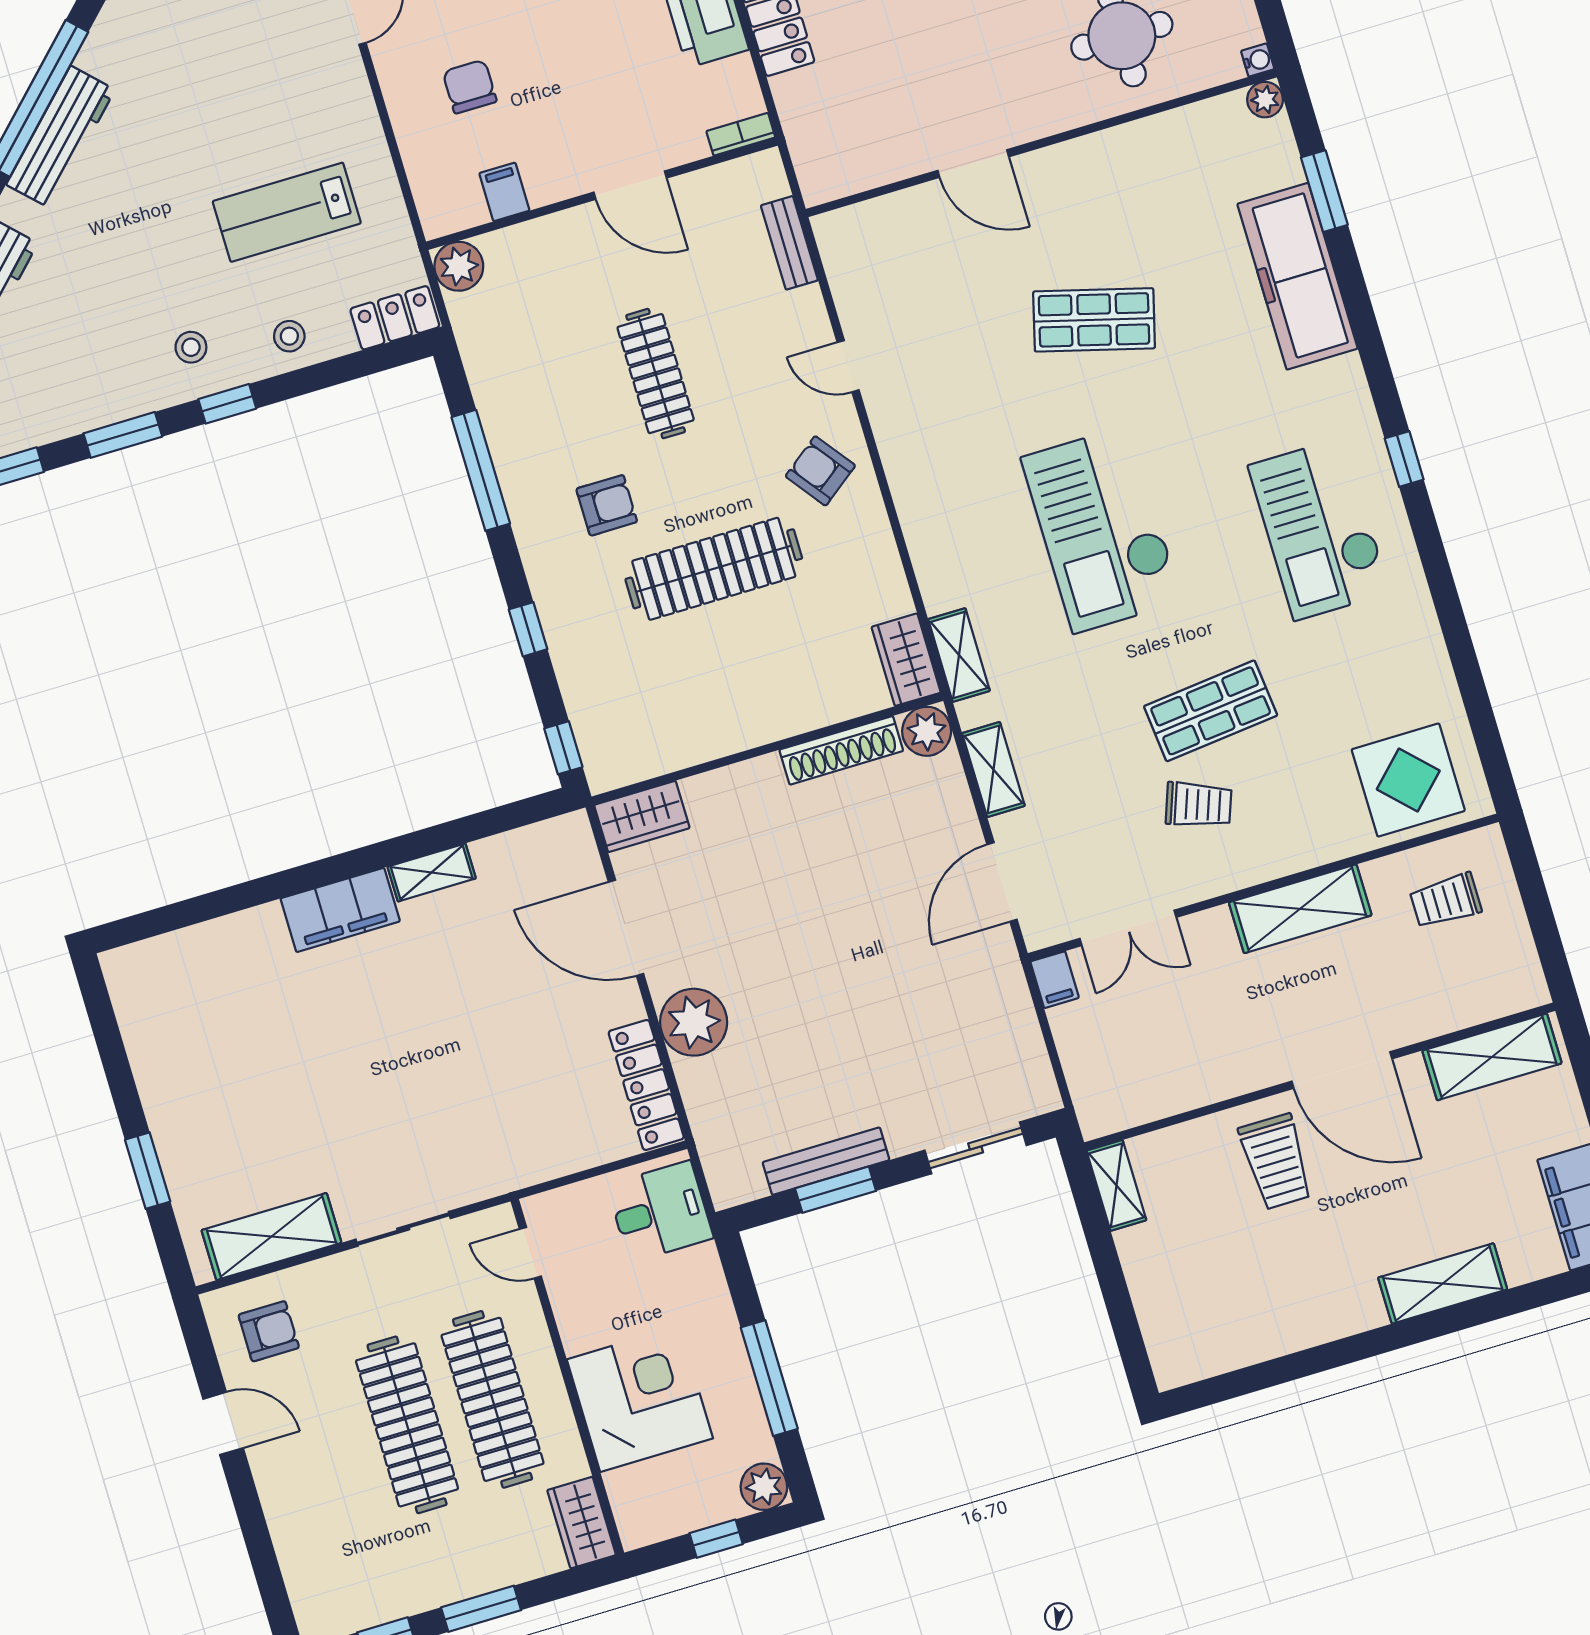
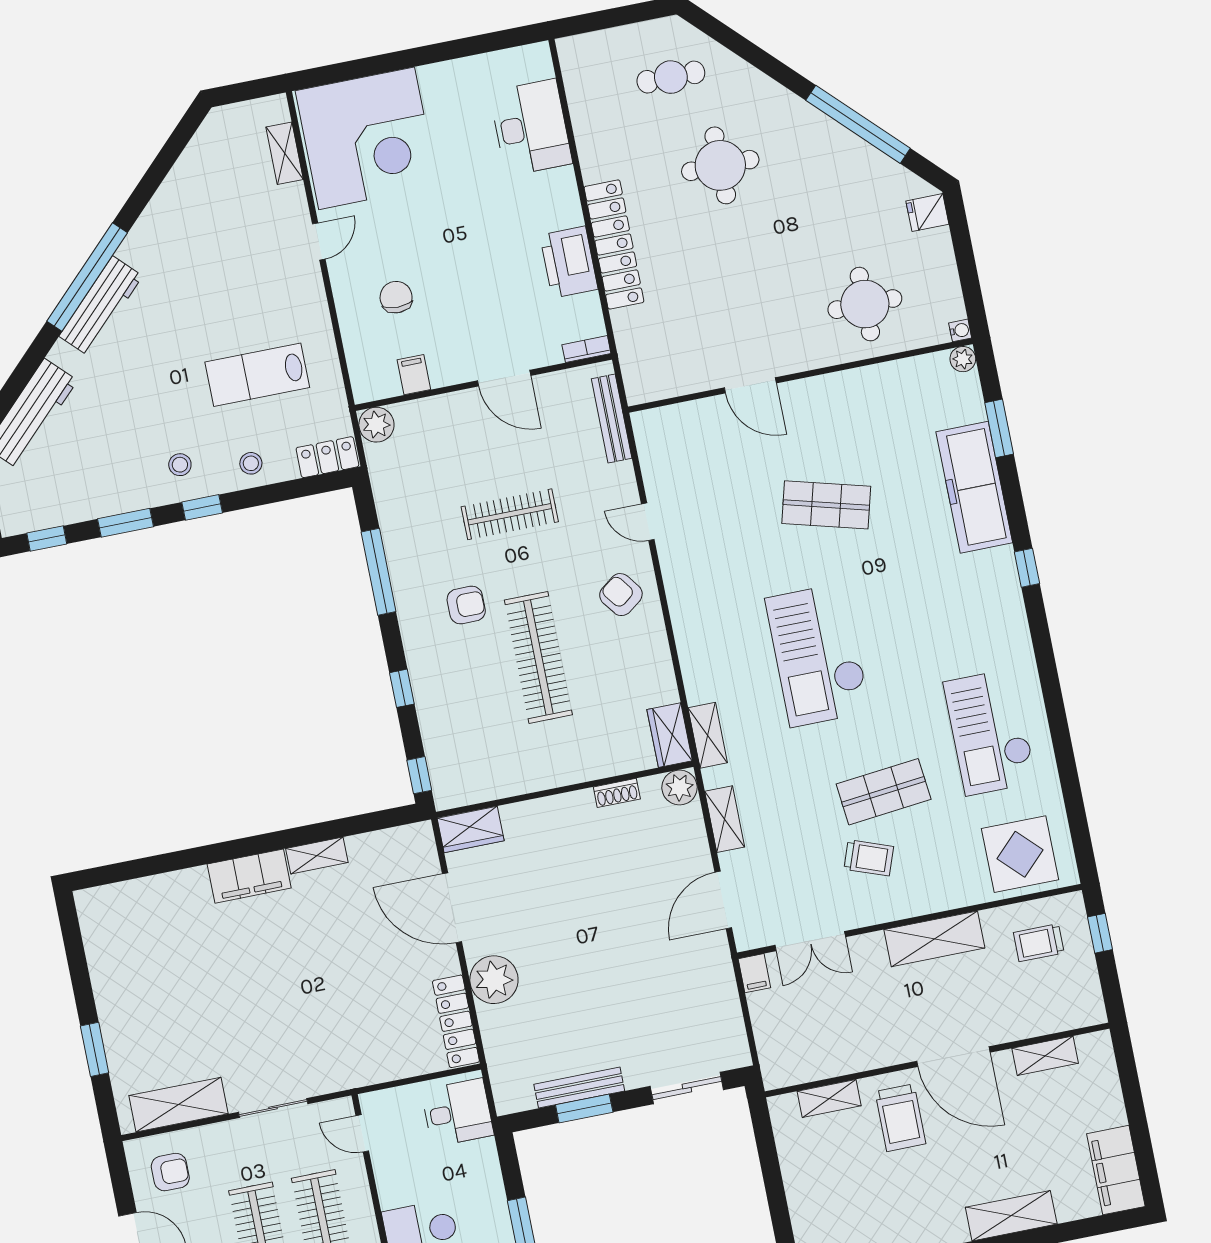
bench: (789, 243) -> (612, 419), width x1.36
clothes rail: (656, 374) -> (510, 514), turned 90
window: (1404, 459) -> (1027, 568), moved
checkout: (1319, 529) -> (990, 732), moved
clothes rail: (714, 569) -> (538, 657), turned 90
shoe rack: (841, 750) -> (617, 793), width x0.51, depth x0.81
window: (1530, 880) -> (1100, 933), added
shelving: (1492, 1057) -> (1045, 1056), width x0.67, depth x0.75
shelving: (1116, 1185) -> (829, 1098), moved, turned 90

